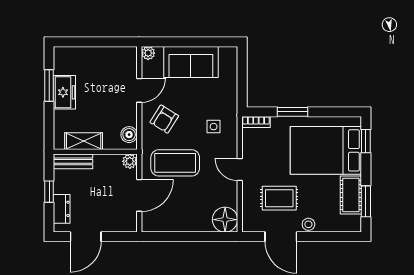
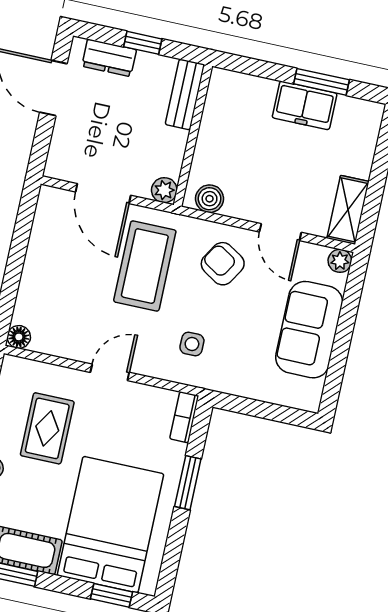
shelving: (84, 141) -> (348, 210), moved
floor lamp: (225, 220) -> (19, 337), width x0.53, depth x0.53

